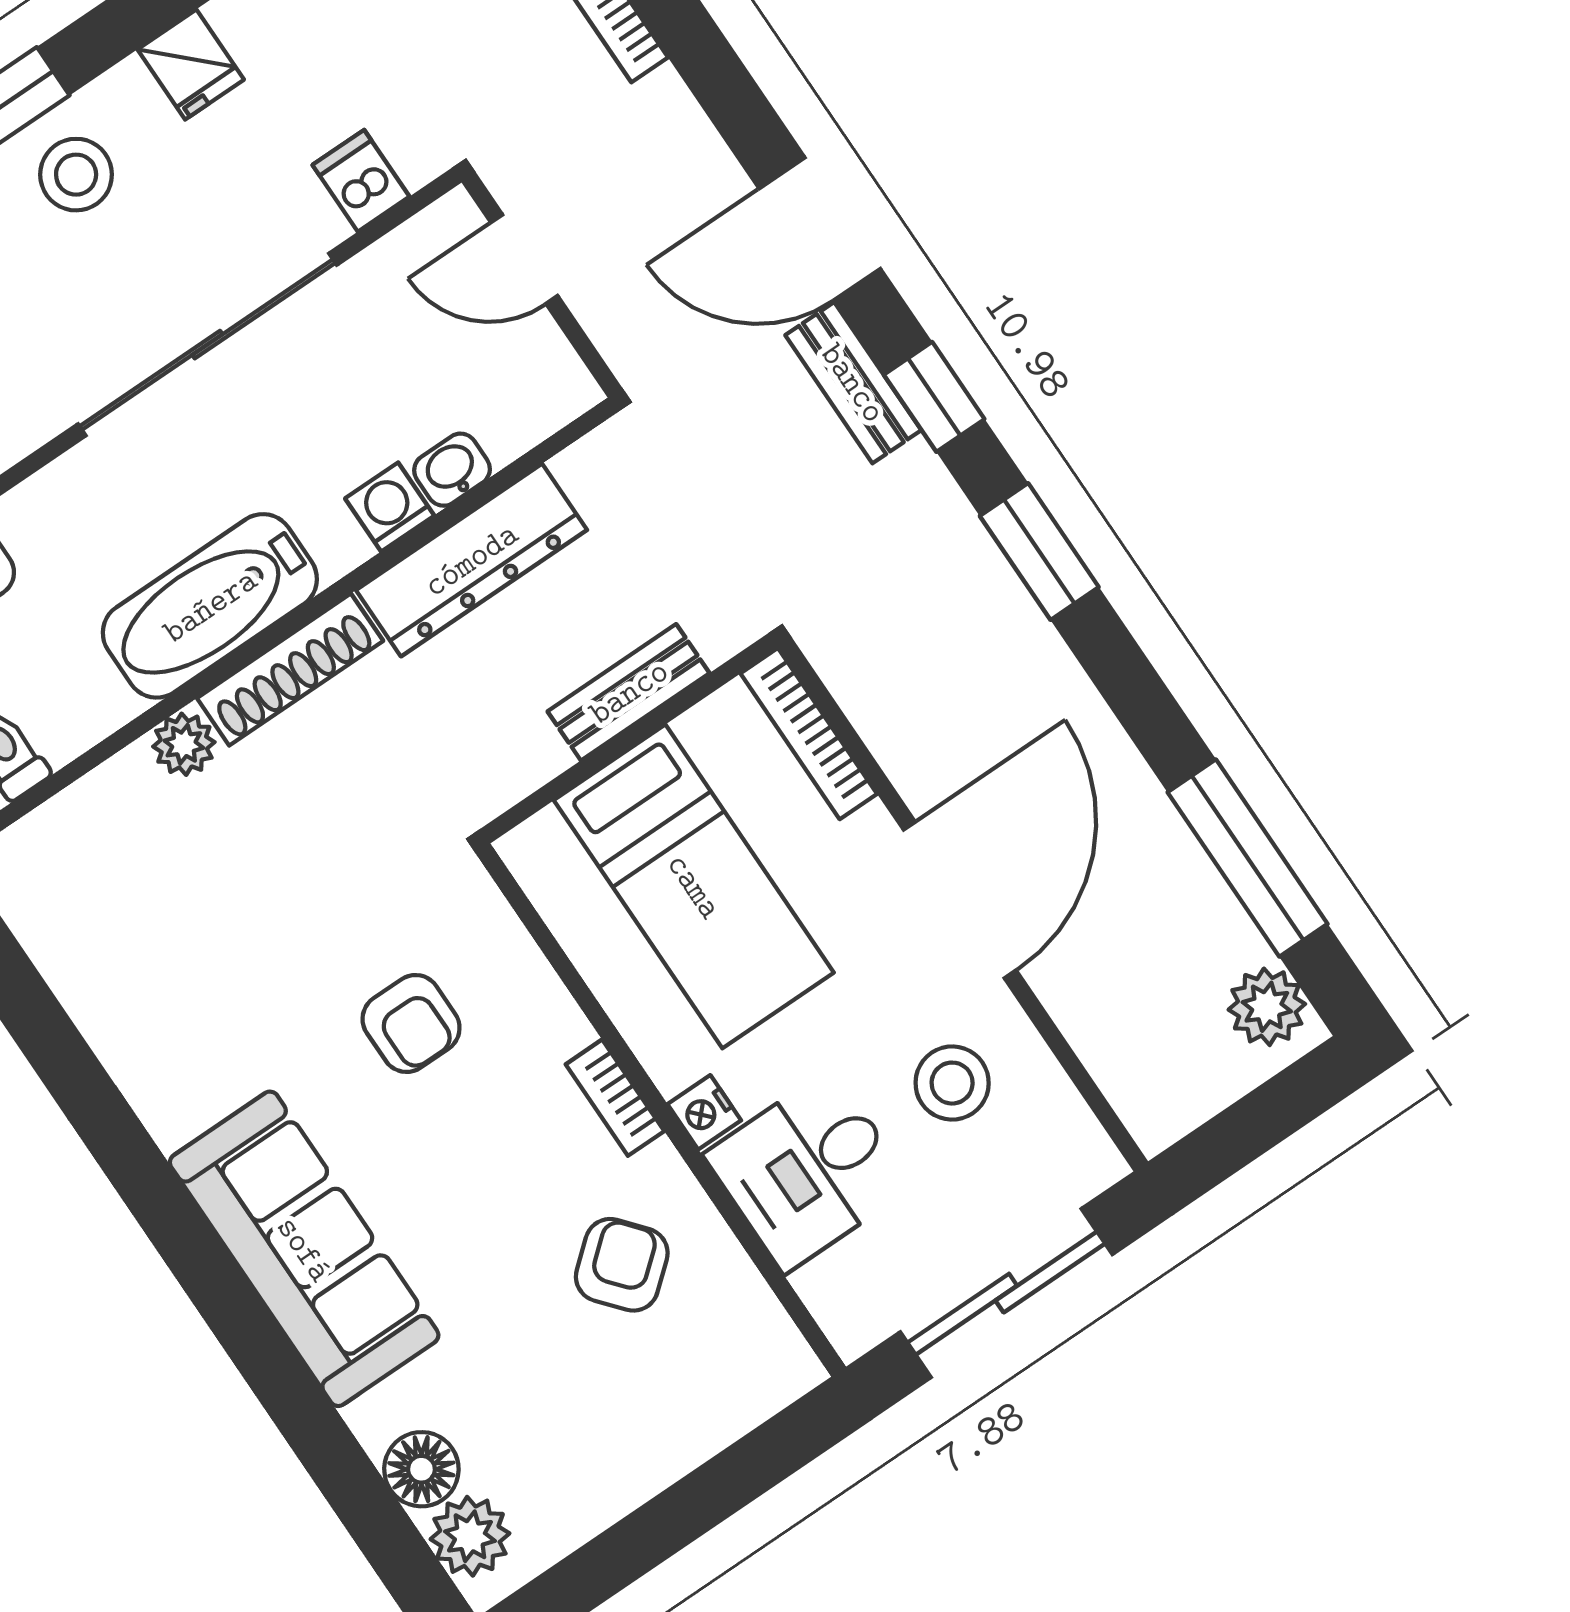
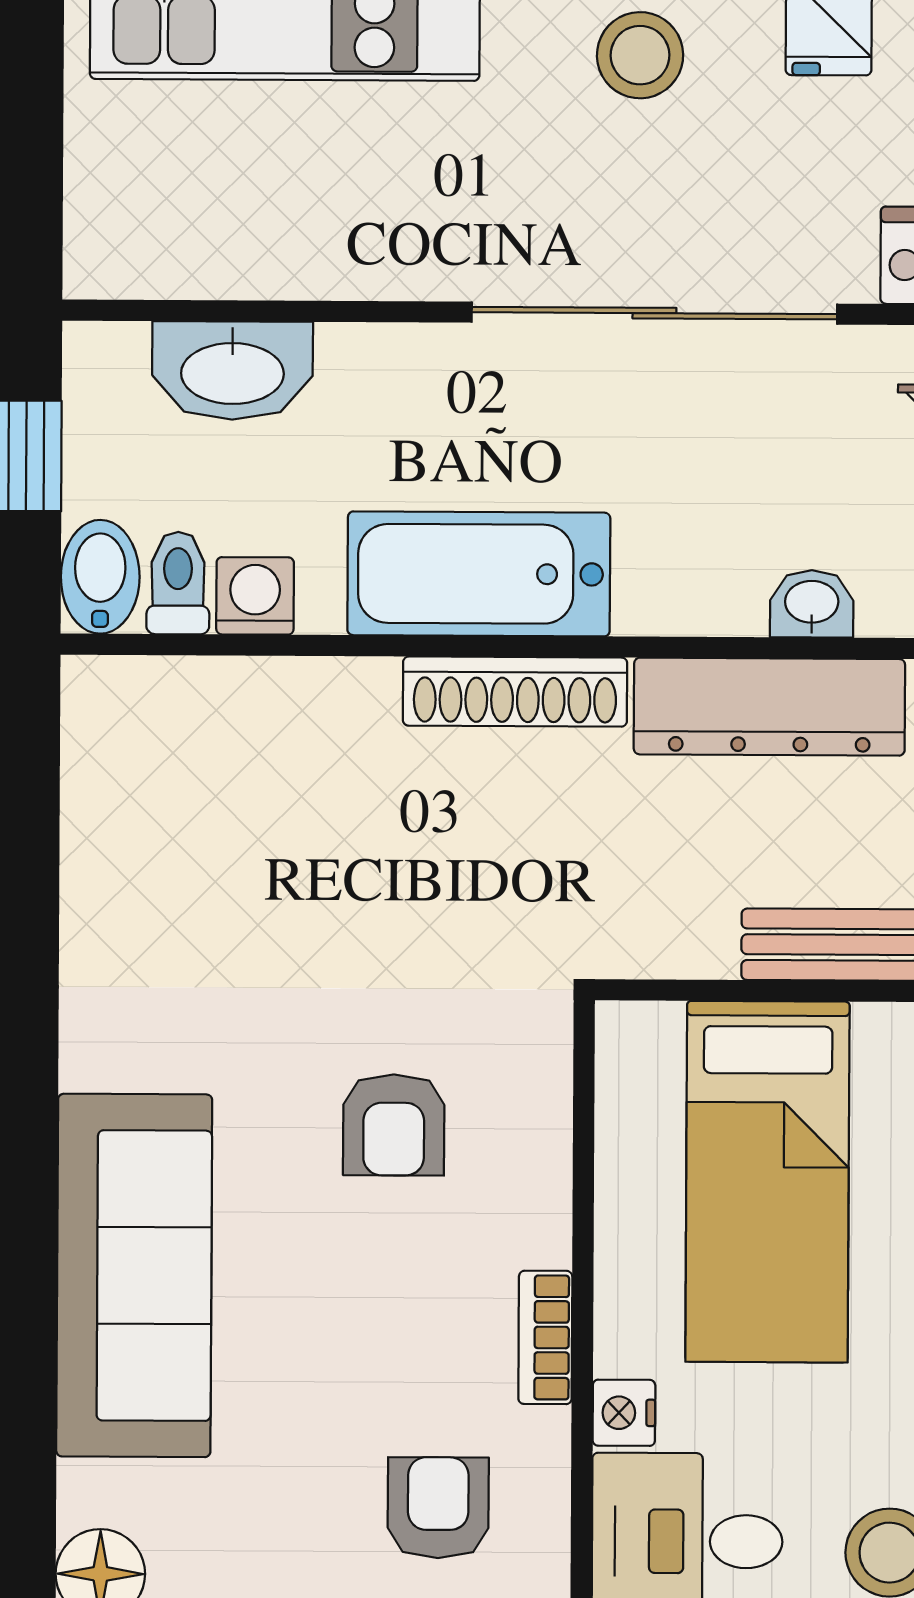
washing machine: (390, 507) -> (255, 596), moved
plant: (184, 744) -> (359, 693), removed
armchair: (622, 1265) -> (438, 1508), turned -50

